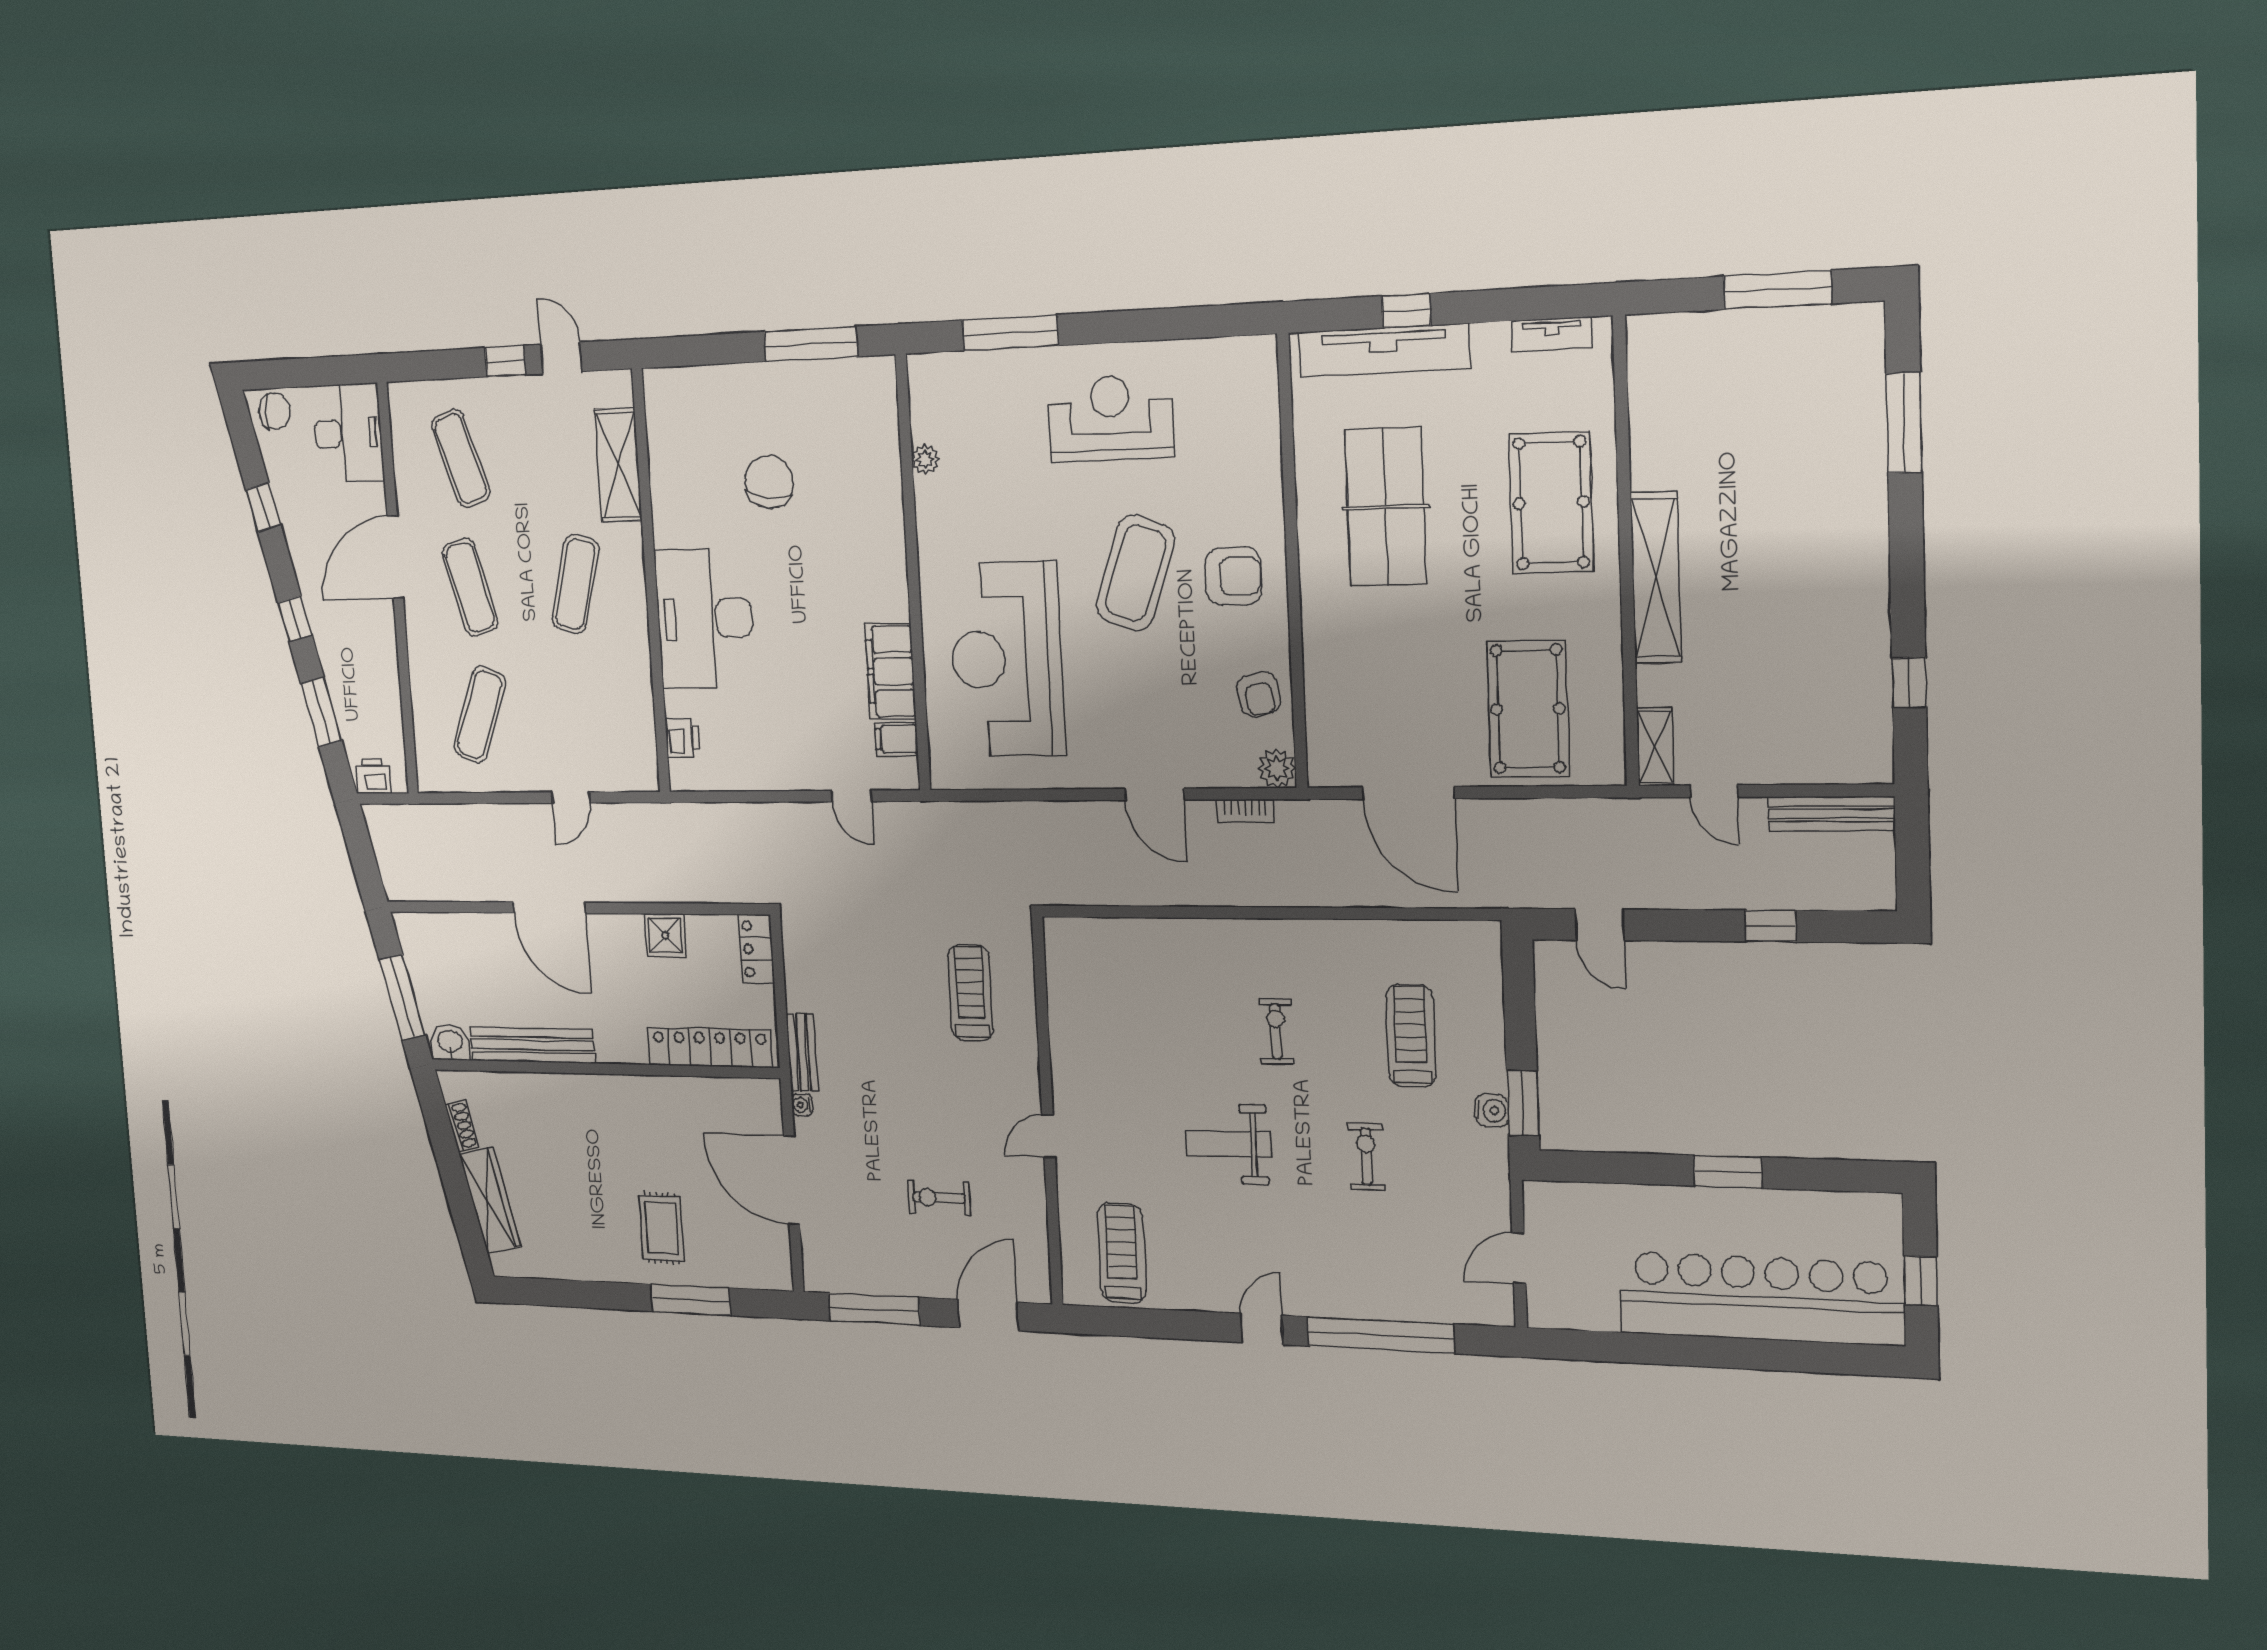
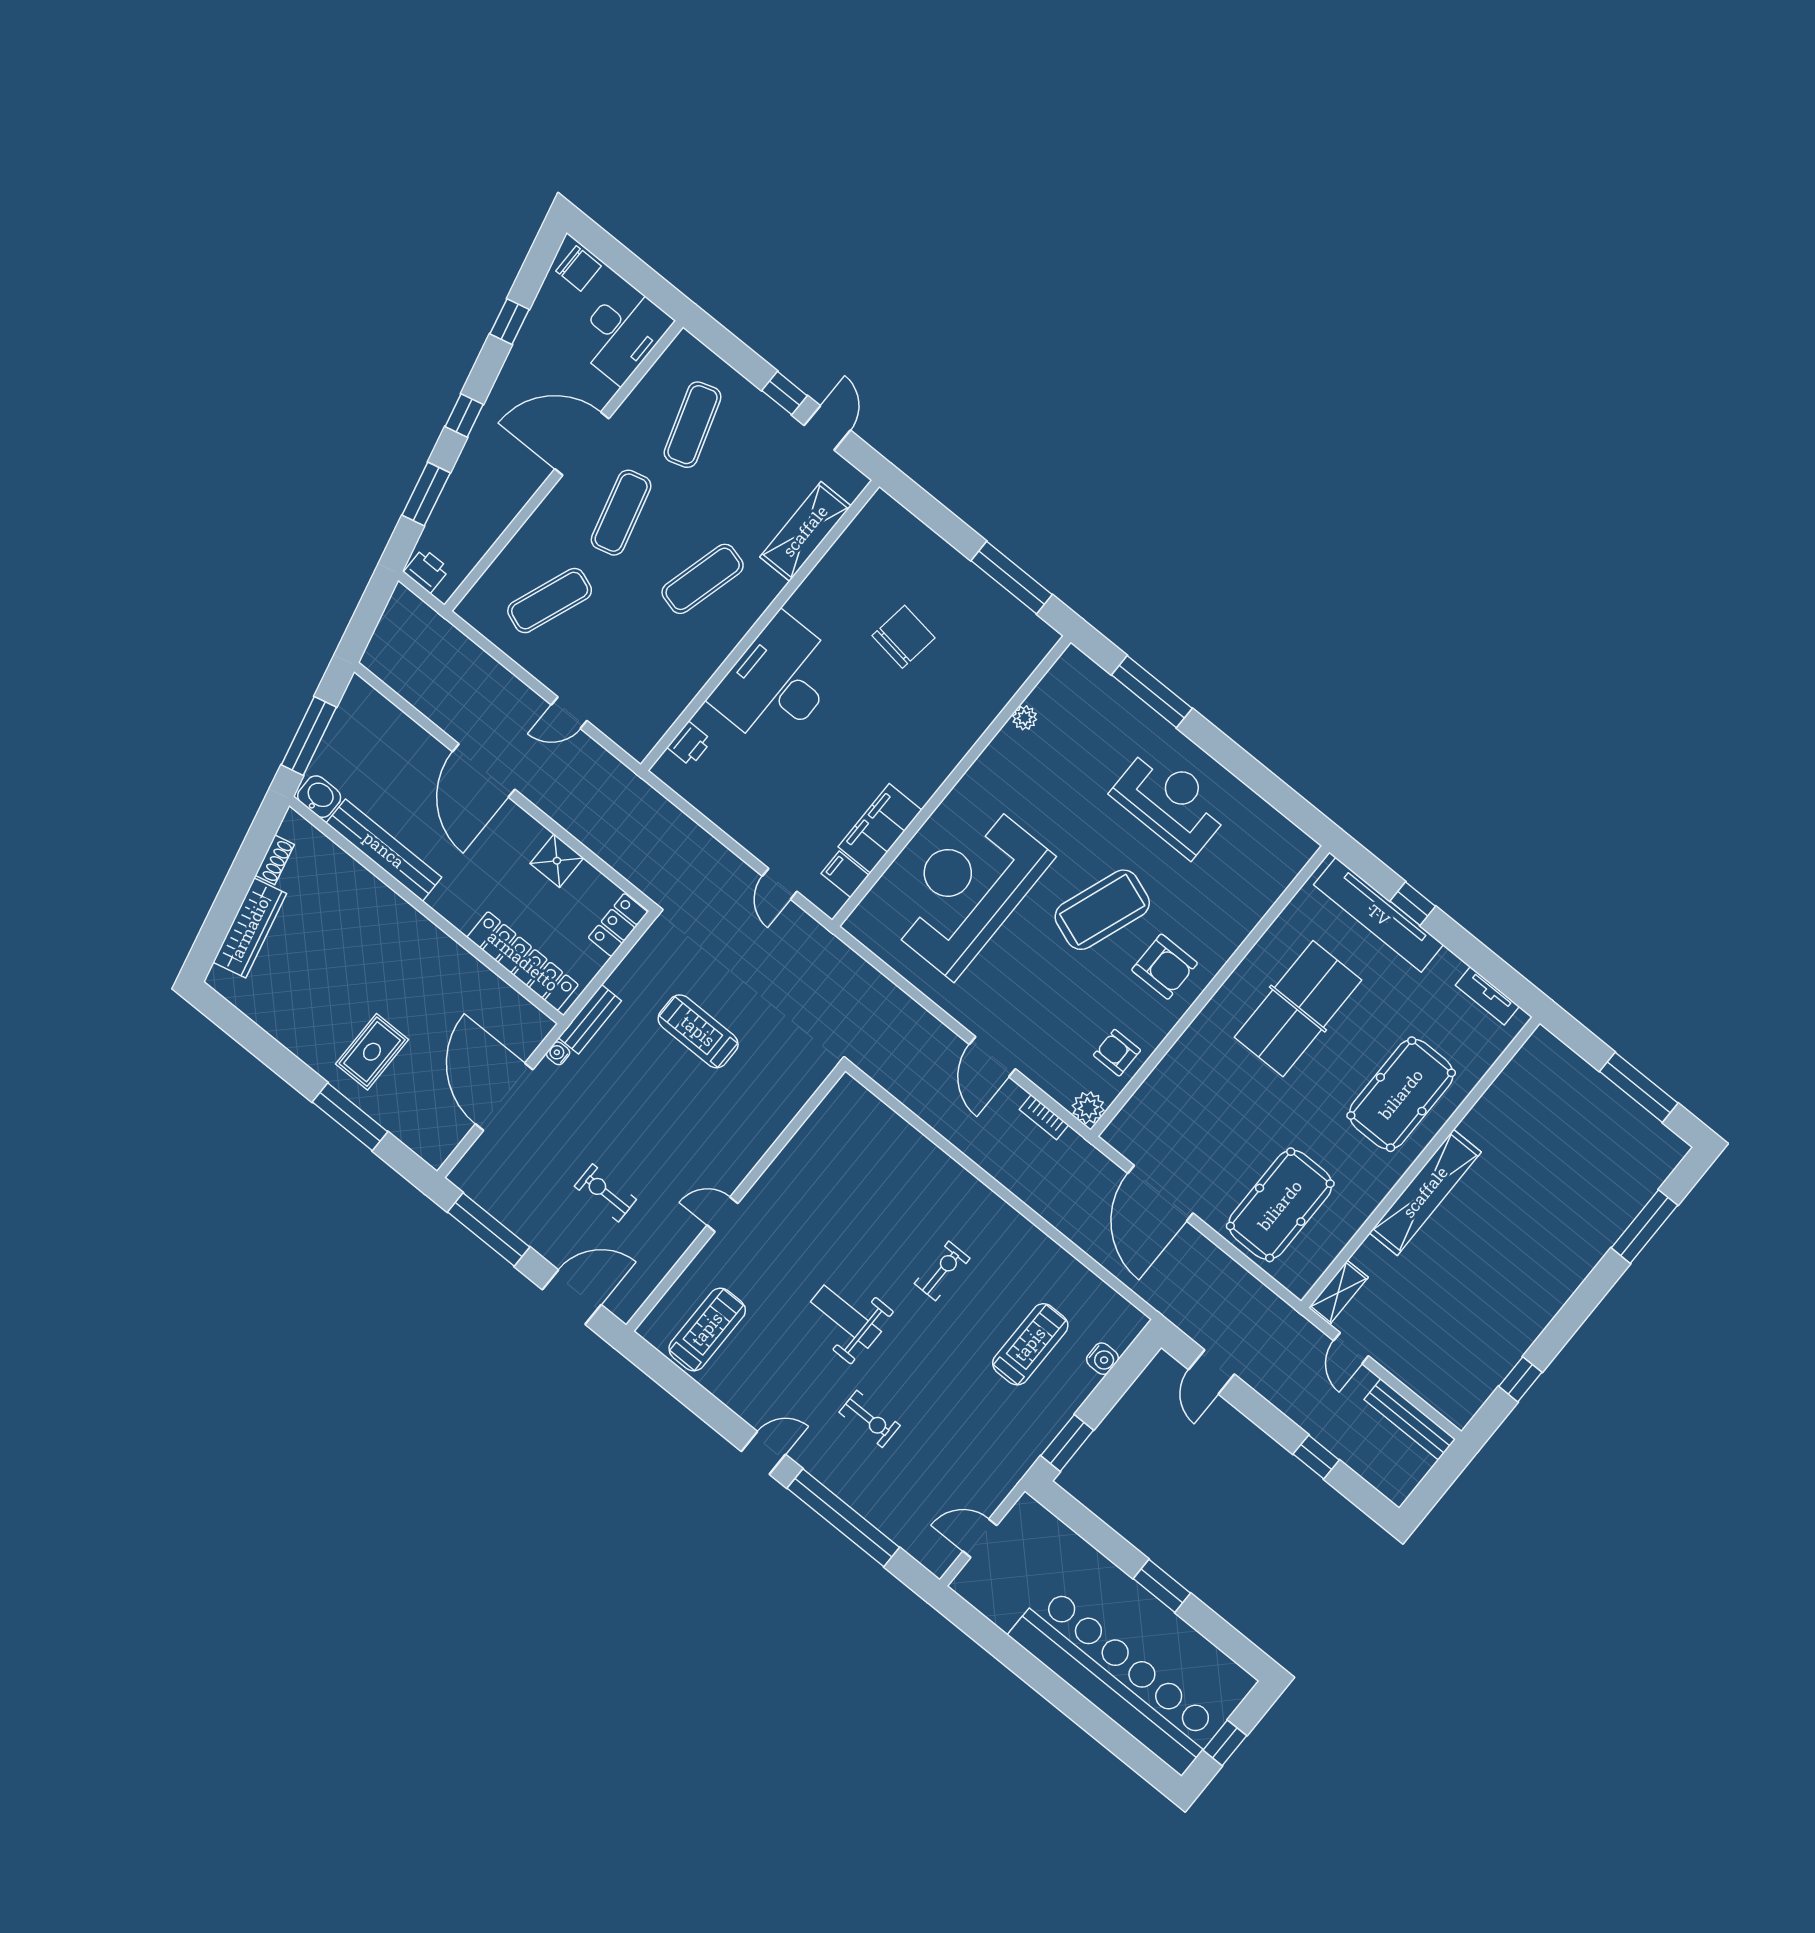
armchair: (1259, 694) -> (1117, 1053), turned 102
treadmill: (970, 993) -> (698, 1031), moved, turned -90
water cooler: (1492, 1111) -> (1102, 1359), moved
exercise bike: (1366, 1157) -> (870, 1419), moved, turned 90

